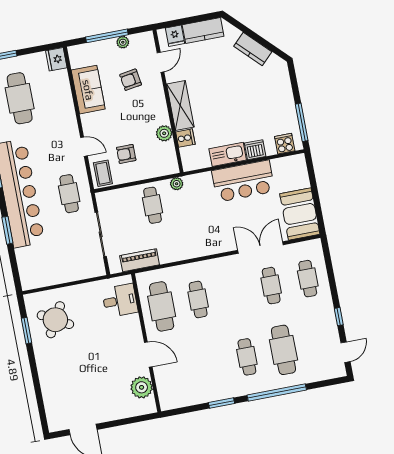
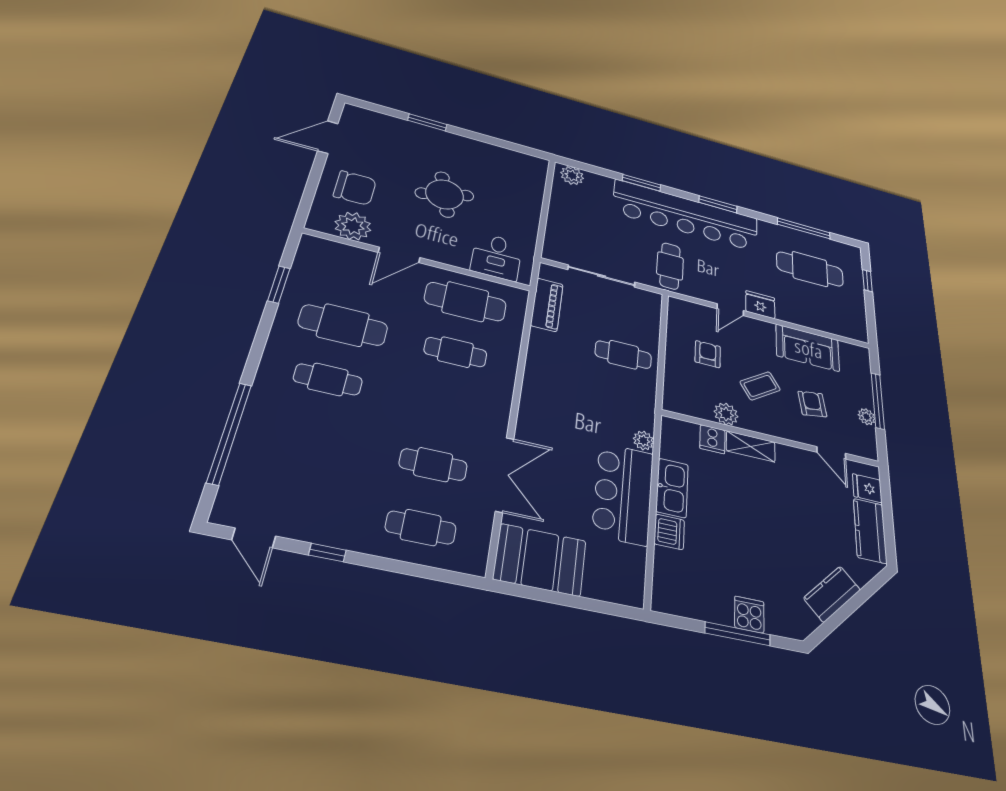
fridge: (56, 59) -> (760, 305), moved
shelving: (180, 106) -> (751, 446), width x0.67, depth x0.75
window: (302, 122) -> (738, 634), moved
cooker: (285, 144) -> (749, 615), moved, turned -90
coffee table: (103, 173) -> (760, 386), moved, turned -33
plant: (177, 184) -> (643, 441), moved
cafe table: (69, 194) -> (670, 266), turned 90
plant: (28, 277) -> (572, 175), added
round table: (55, 320) -> (445, 194), moved, turned 45
window: (27, 331) -> (427, 122), moved
cafe table: (283, 350) -> (343, 325), moved
window: (277, 393) -> (229, 433), moved
chair: (113, 398) -> (355, 188), added
window: (222, 403) -> (279, 285), moved

